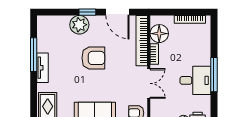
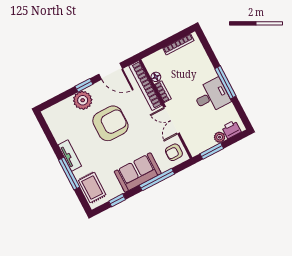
floor lamp: (159, 34) -> (156, 77), width x0.53, depth x0.53
window: (34, 55) -> (69, 173), moved
armchair: (93, 58) -> (110, 123), width x1.36, depth x1.36
double door: (149, 83) -> (172, 120), swing flipped

